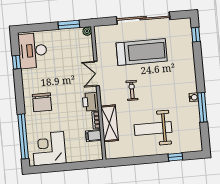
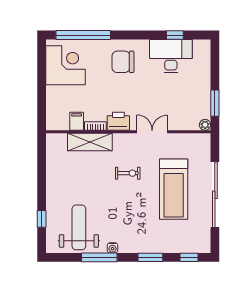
desk: (33, 51) -> (171, 56), moved
window: (199, 66) -> (150, 257), added
weight bench: (153, 129) -> (79, 227), moved

